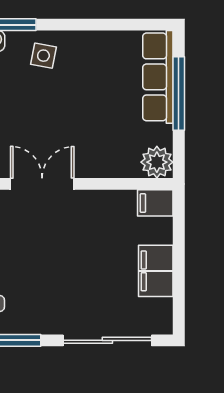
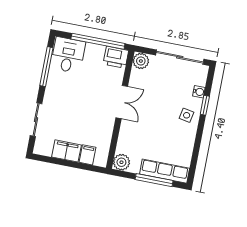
filing cabinet: (155, 203) -> (88, 155), moved
sliding door: (107, 340) -> (36, 120), width x0.73

